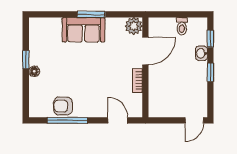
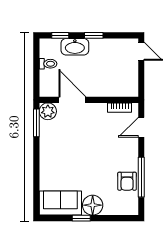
window: (91, 14) -> (36, 123), moved
sofa: (84, 30) -> (60, 203), moved, turned -90
washbasin: (202, 53) -> (75, 47), width x1.91, depth x1.45
floor lamp: (34, 71) -> (93, 205), width x1.89, depth x1.89
bookcase: (138, 81) -> (120, 108), moved

